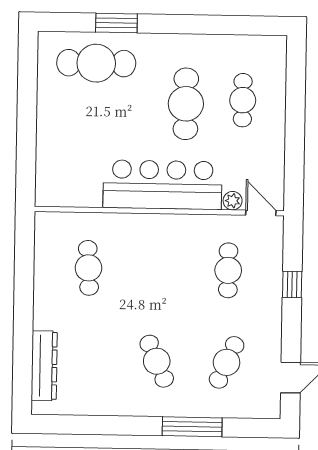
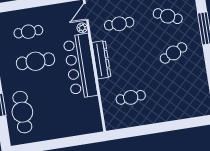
dresser: (44, 366) -> (101, 60), moved, turned 90

